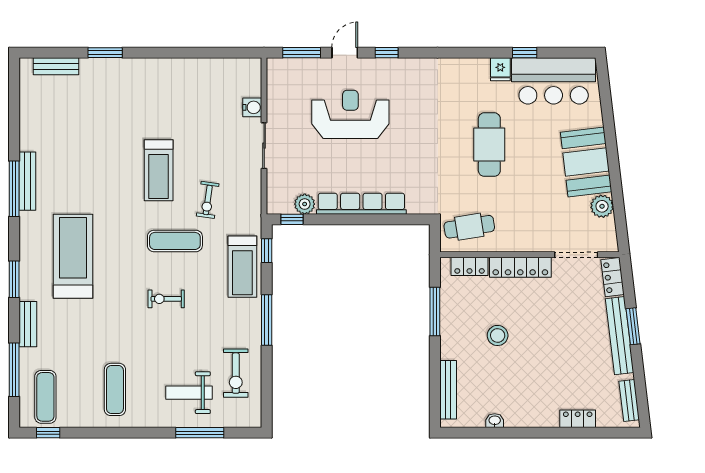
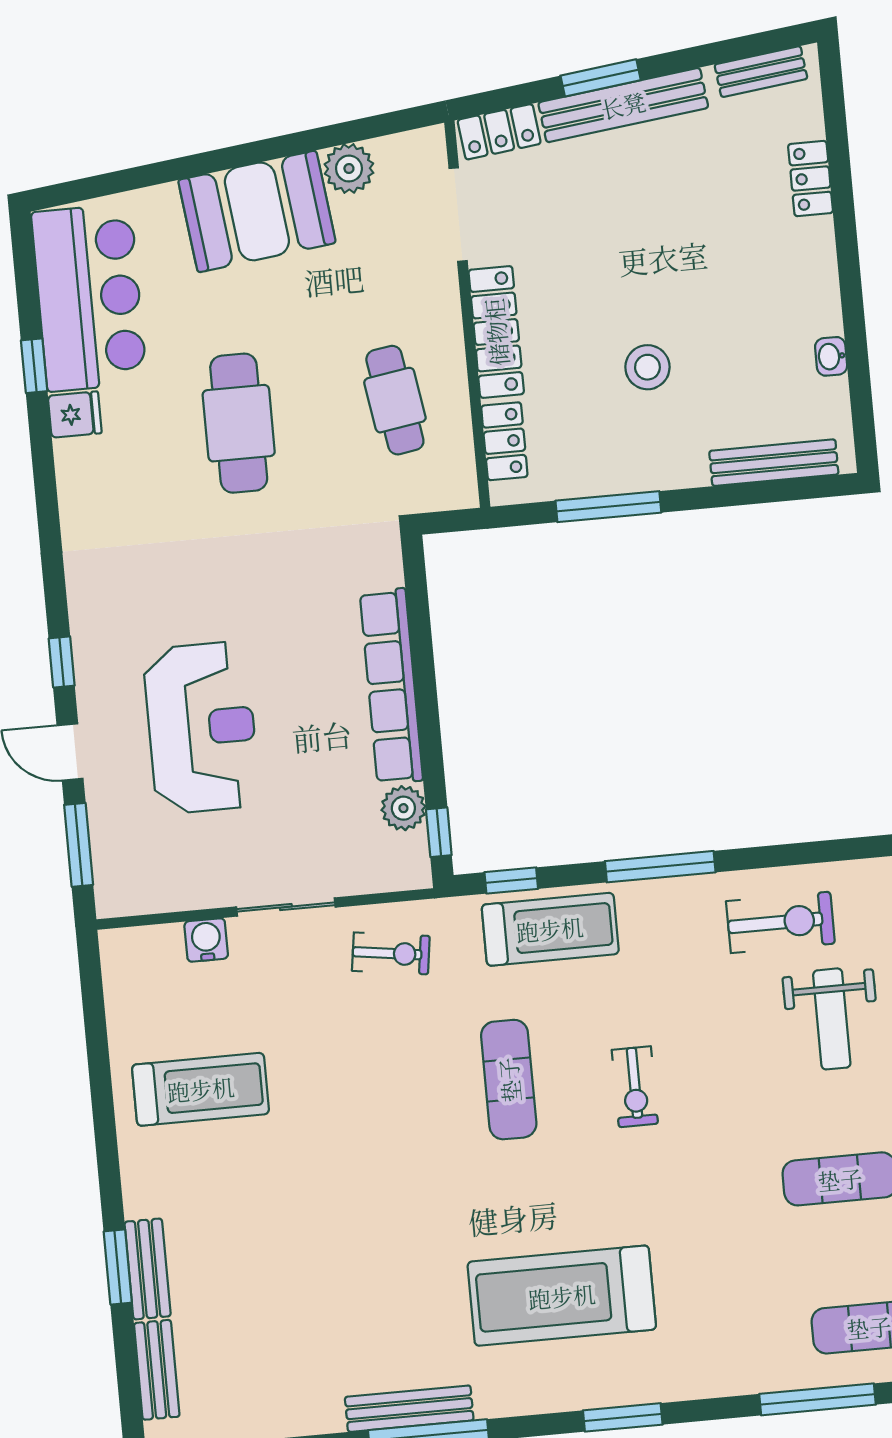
reception desk: (350, 114) -> (201, 728), turned 180
cafe table: (489, 145) -> (239, 423), turned 90
treadmill: (159, 170) -> (201, 1089), moved
exercise bike: (208, 200) -> (391, 953), moved
cafe table: (469, 227) -> (395, 400), moved
bench: (28, 324) -> (148, 1269), moved, turned 90

